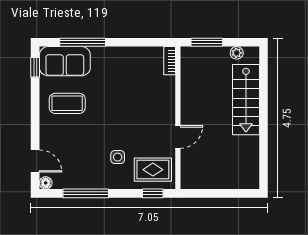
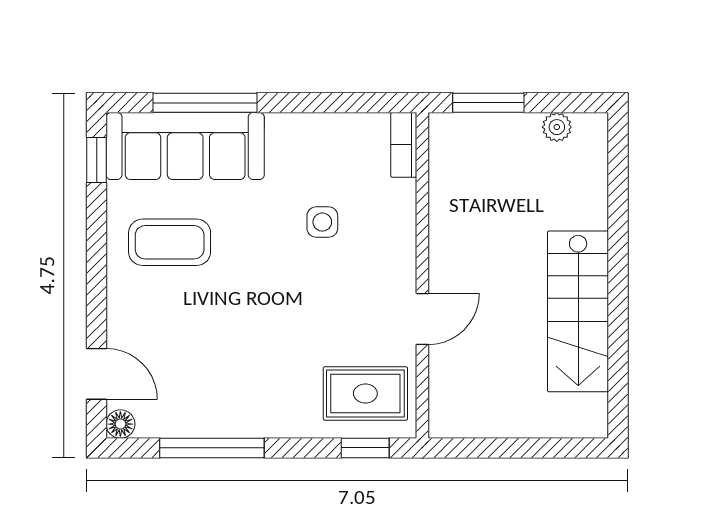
sofa: (65, 61) -> (185, 146), width x1.36
stairs: (246, 100) -> (578, 311), moved
side table: (118, 157) -> (322, 222), moved

